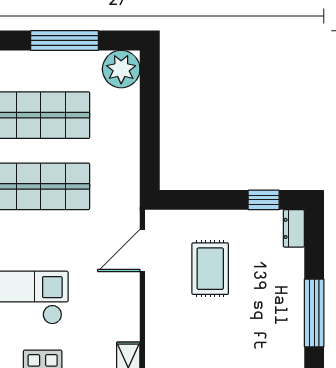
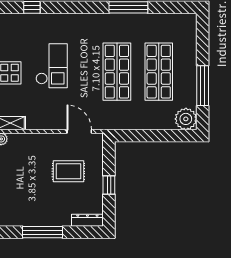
window: (264, 200) -> (109, 185), moved
dresser: (294, 228) -> (87, 220), width x1.44

